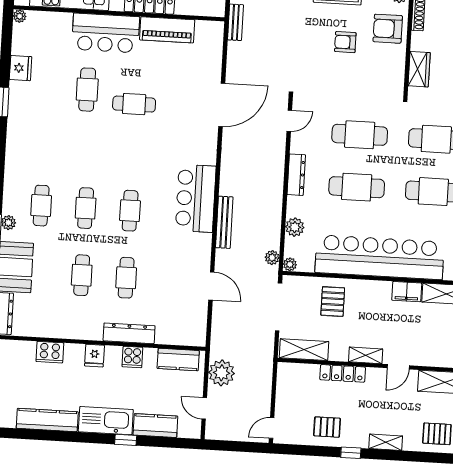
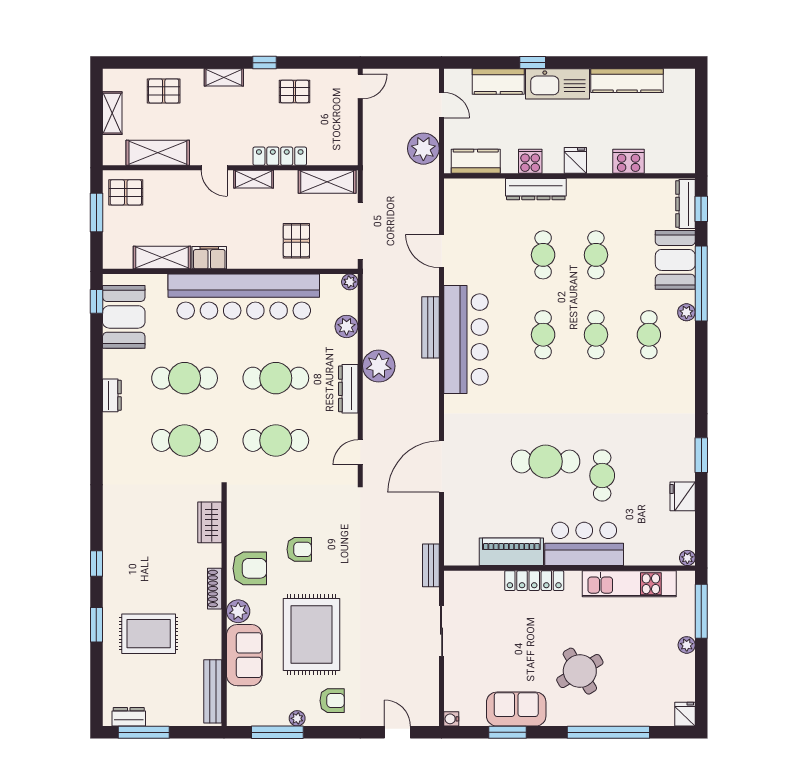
cafe table: (134, 104) -> (546, 461), width x1.37, depth x1.35
bar counter: (196, 198) -> (466, 339), width x1.36
plant: (272, 258) -> (379, 366), moved, width x1.87, depth x1.87
door: (398, 367) -> (214, 168), swing flipped

